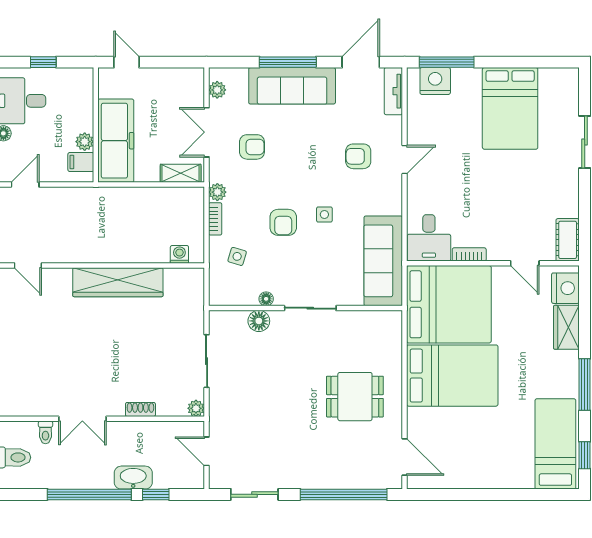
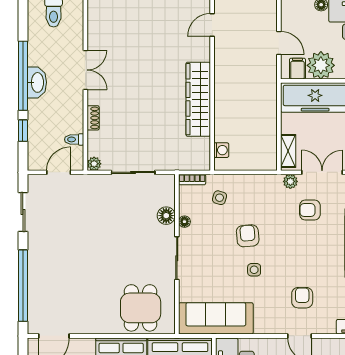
plant: (85, 142) -> (321, 65), width x1.87, depth x1.87
armchair: (252, 147) -> (310, 210), turned 90
door: (25, 185) -> (279, 43), moved
plant: (217, 192) -> (290, 181), moved
bookcase: (215, 219) -> (192, 180), moved
armchair: (283, 222) -> (248, 236), turned 85
dining table: (355, 397) -> (141, 308), moved
double door: (82, 419) -> (85, 70), swing flipped
toilet: (45, 432) -> (74, 139), moved
washbasin: (133, 478) -> (37, 82), moved

